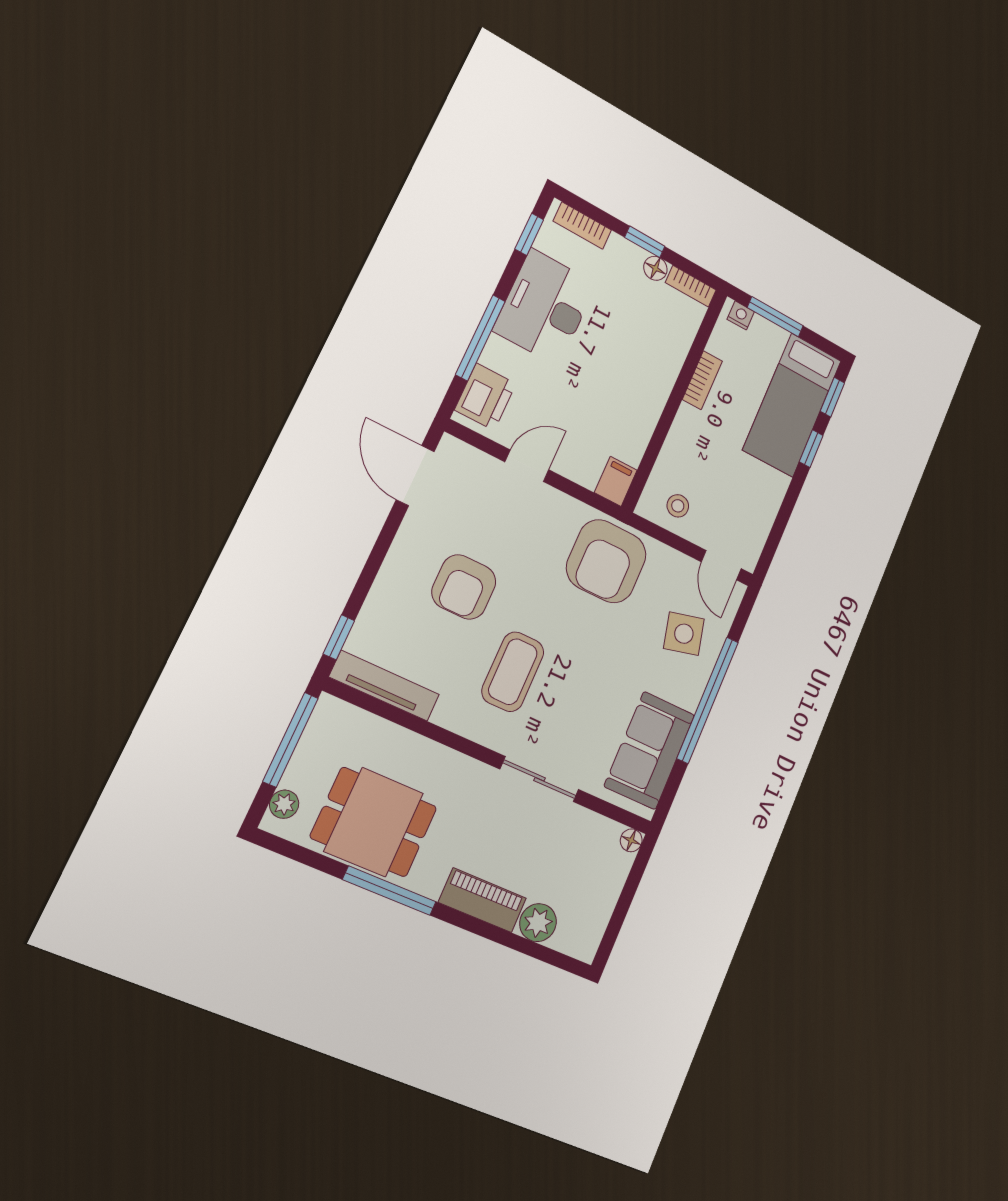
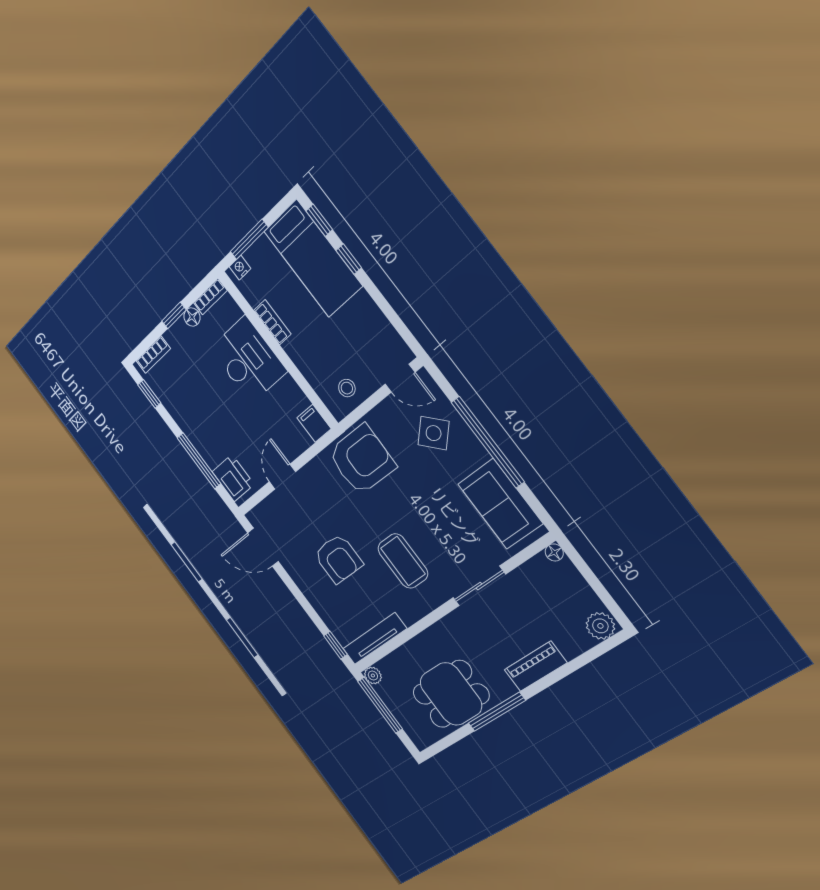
desk: (545, 307) -> (248, 360), moved, turned 180
armchair: (606, 561) -> (362, 460), turned -89
side table: (684, 634) -> (434, 433), turned -30
plant: (284, 804) -> (373, 676), moved
plant: (538, 923) -> (600, 626), moved

